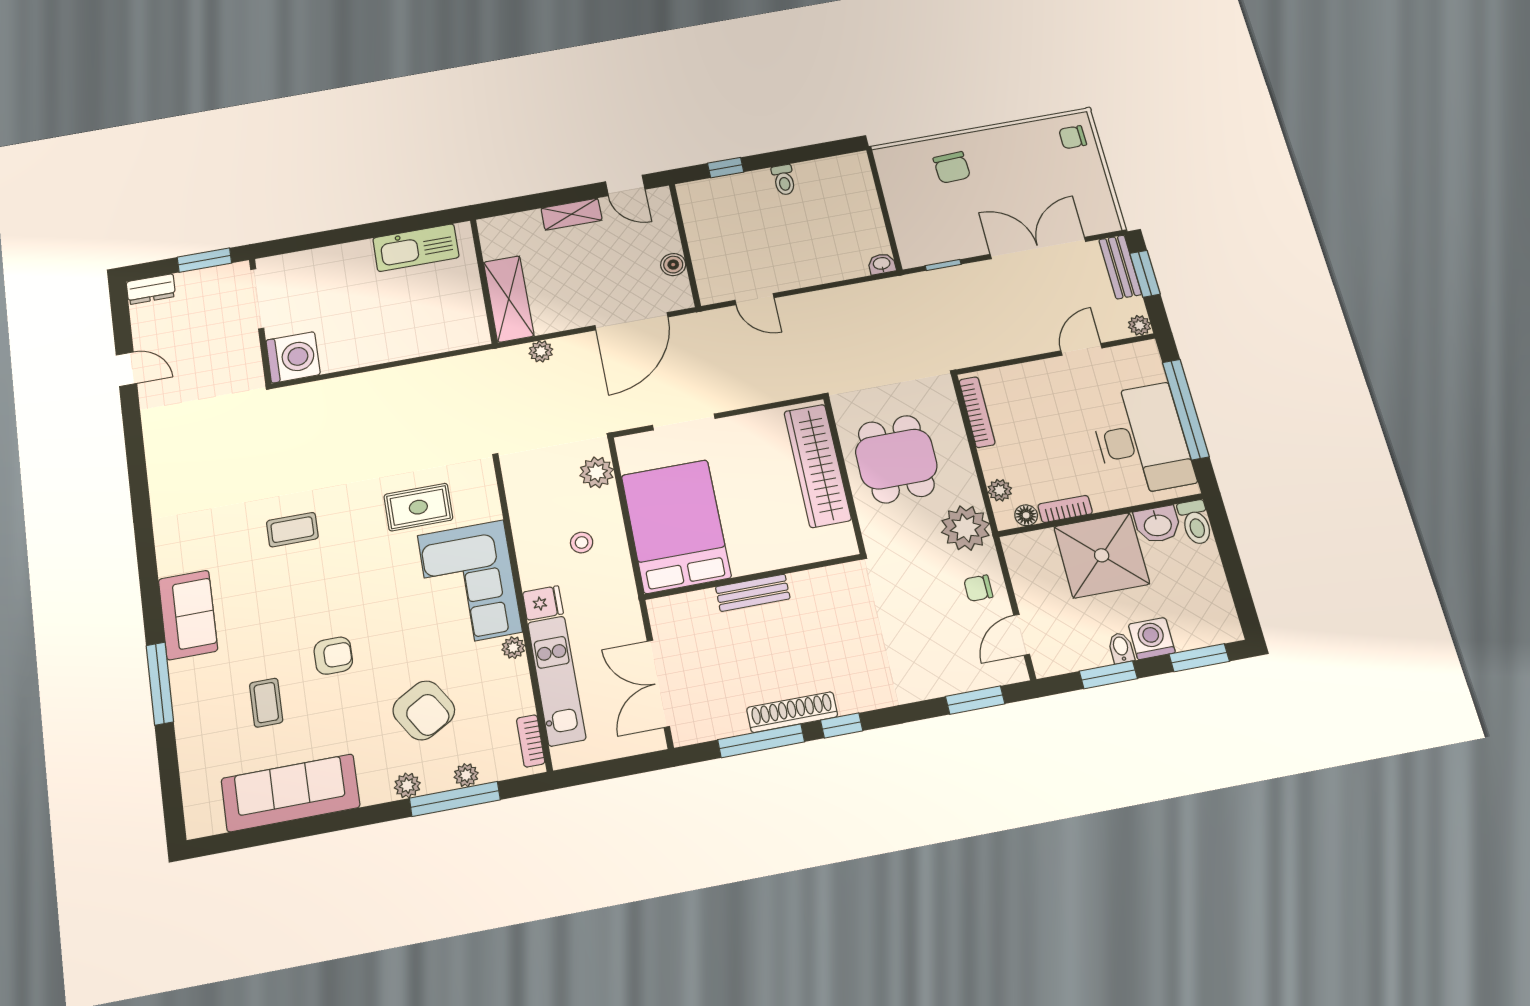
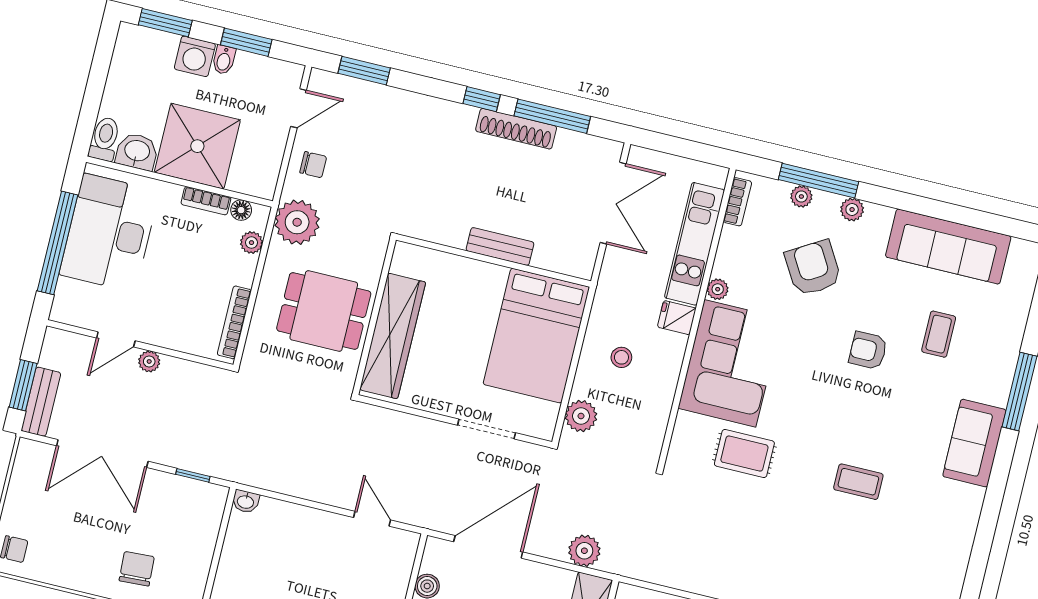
plant: (1139, 325) -> (149, 361), moved
plant: (541, 351) -> (584, 551), width x1.38, depth x1.38
dining table: (896, 459) -> (324, 311), turned 90

